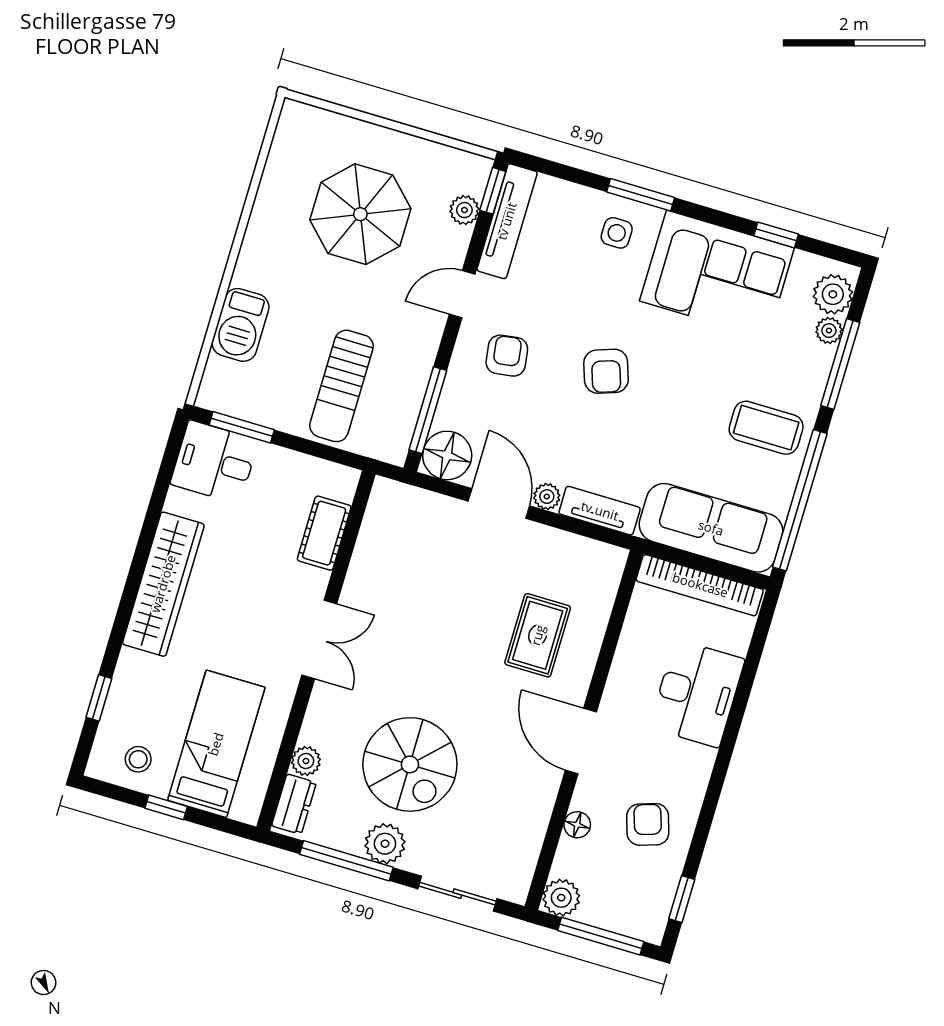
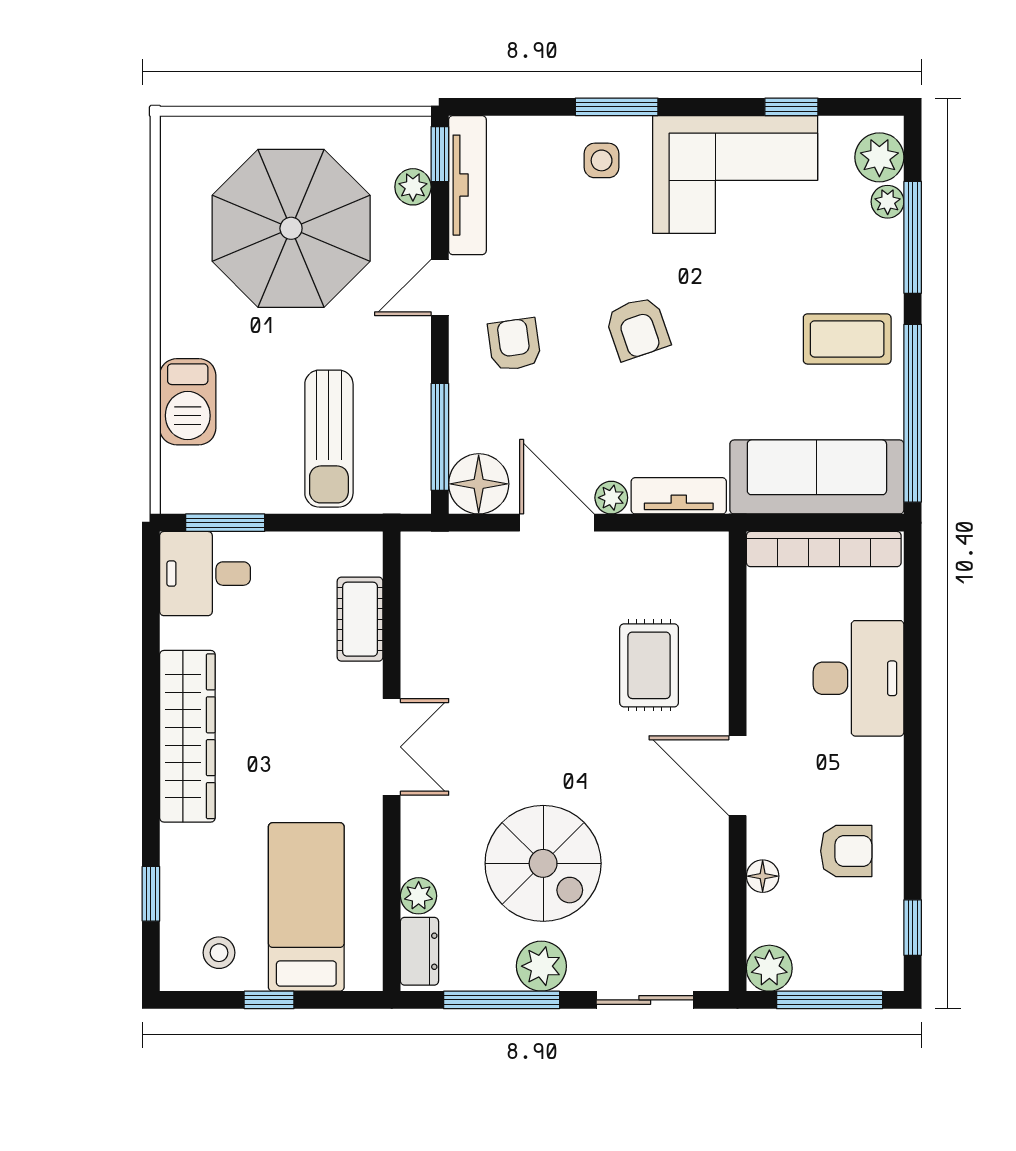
parasol: (360, 214) -> (291, 228), width x1.36, depth x1.36
armchair: (648, 824) -> (846, 851), turned 108

